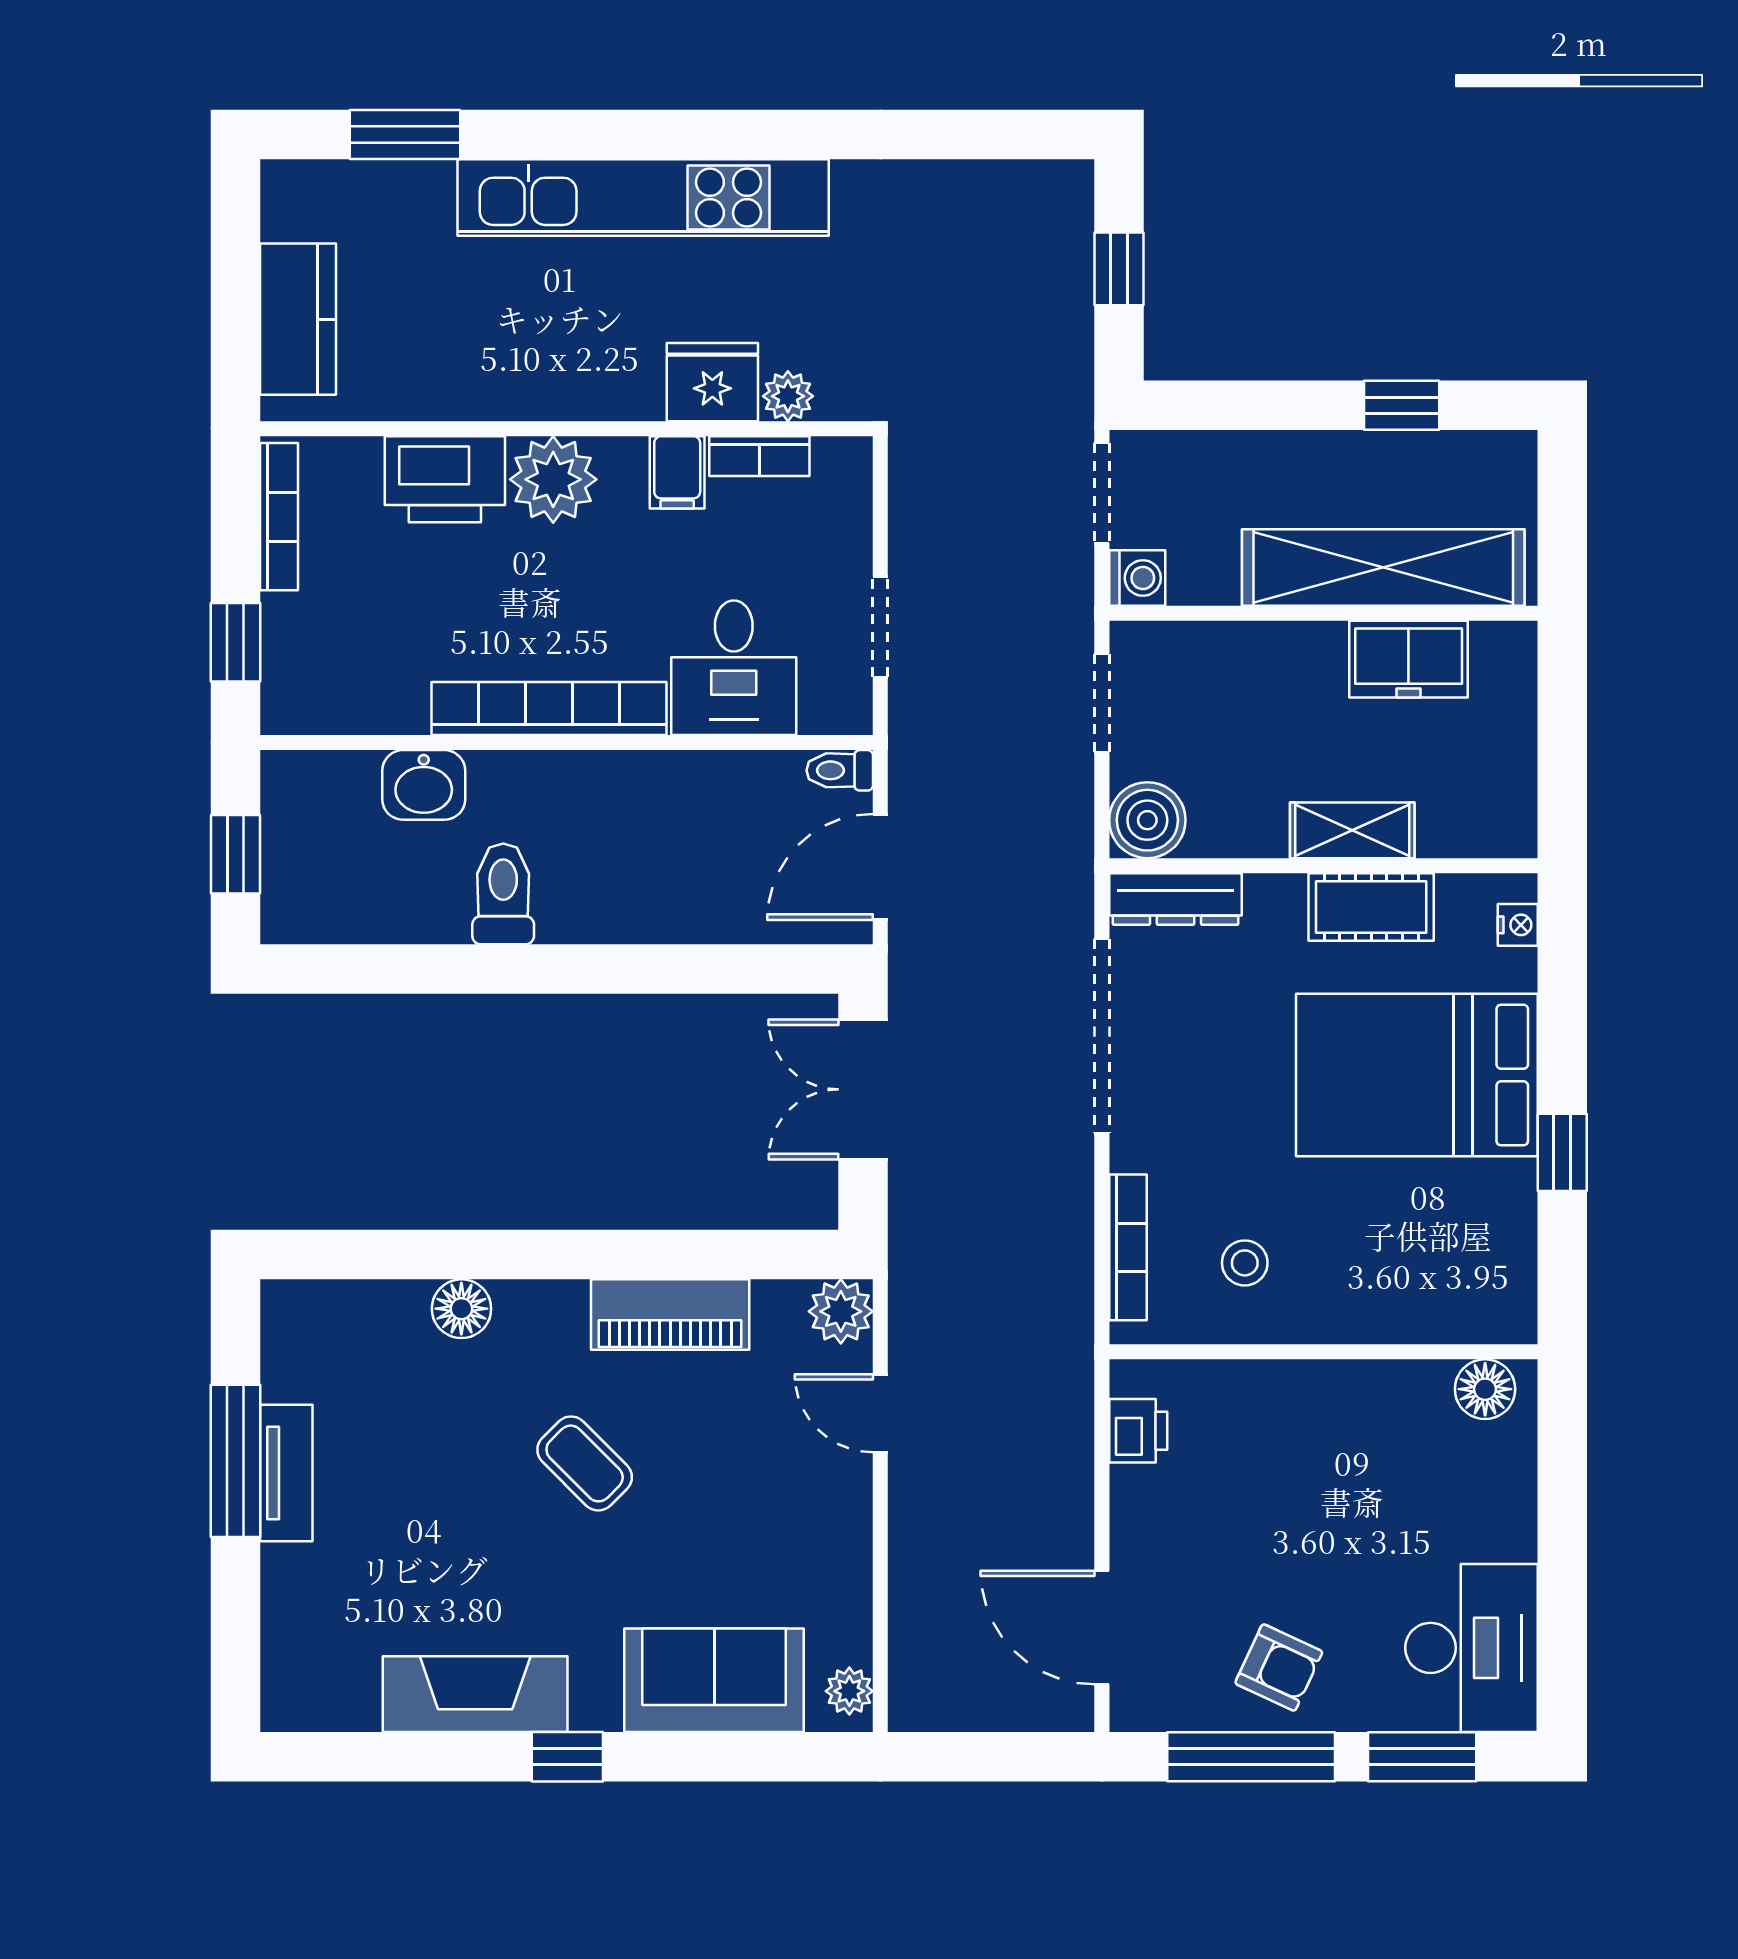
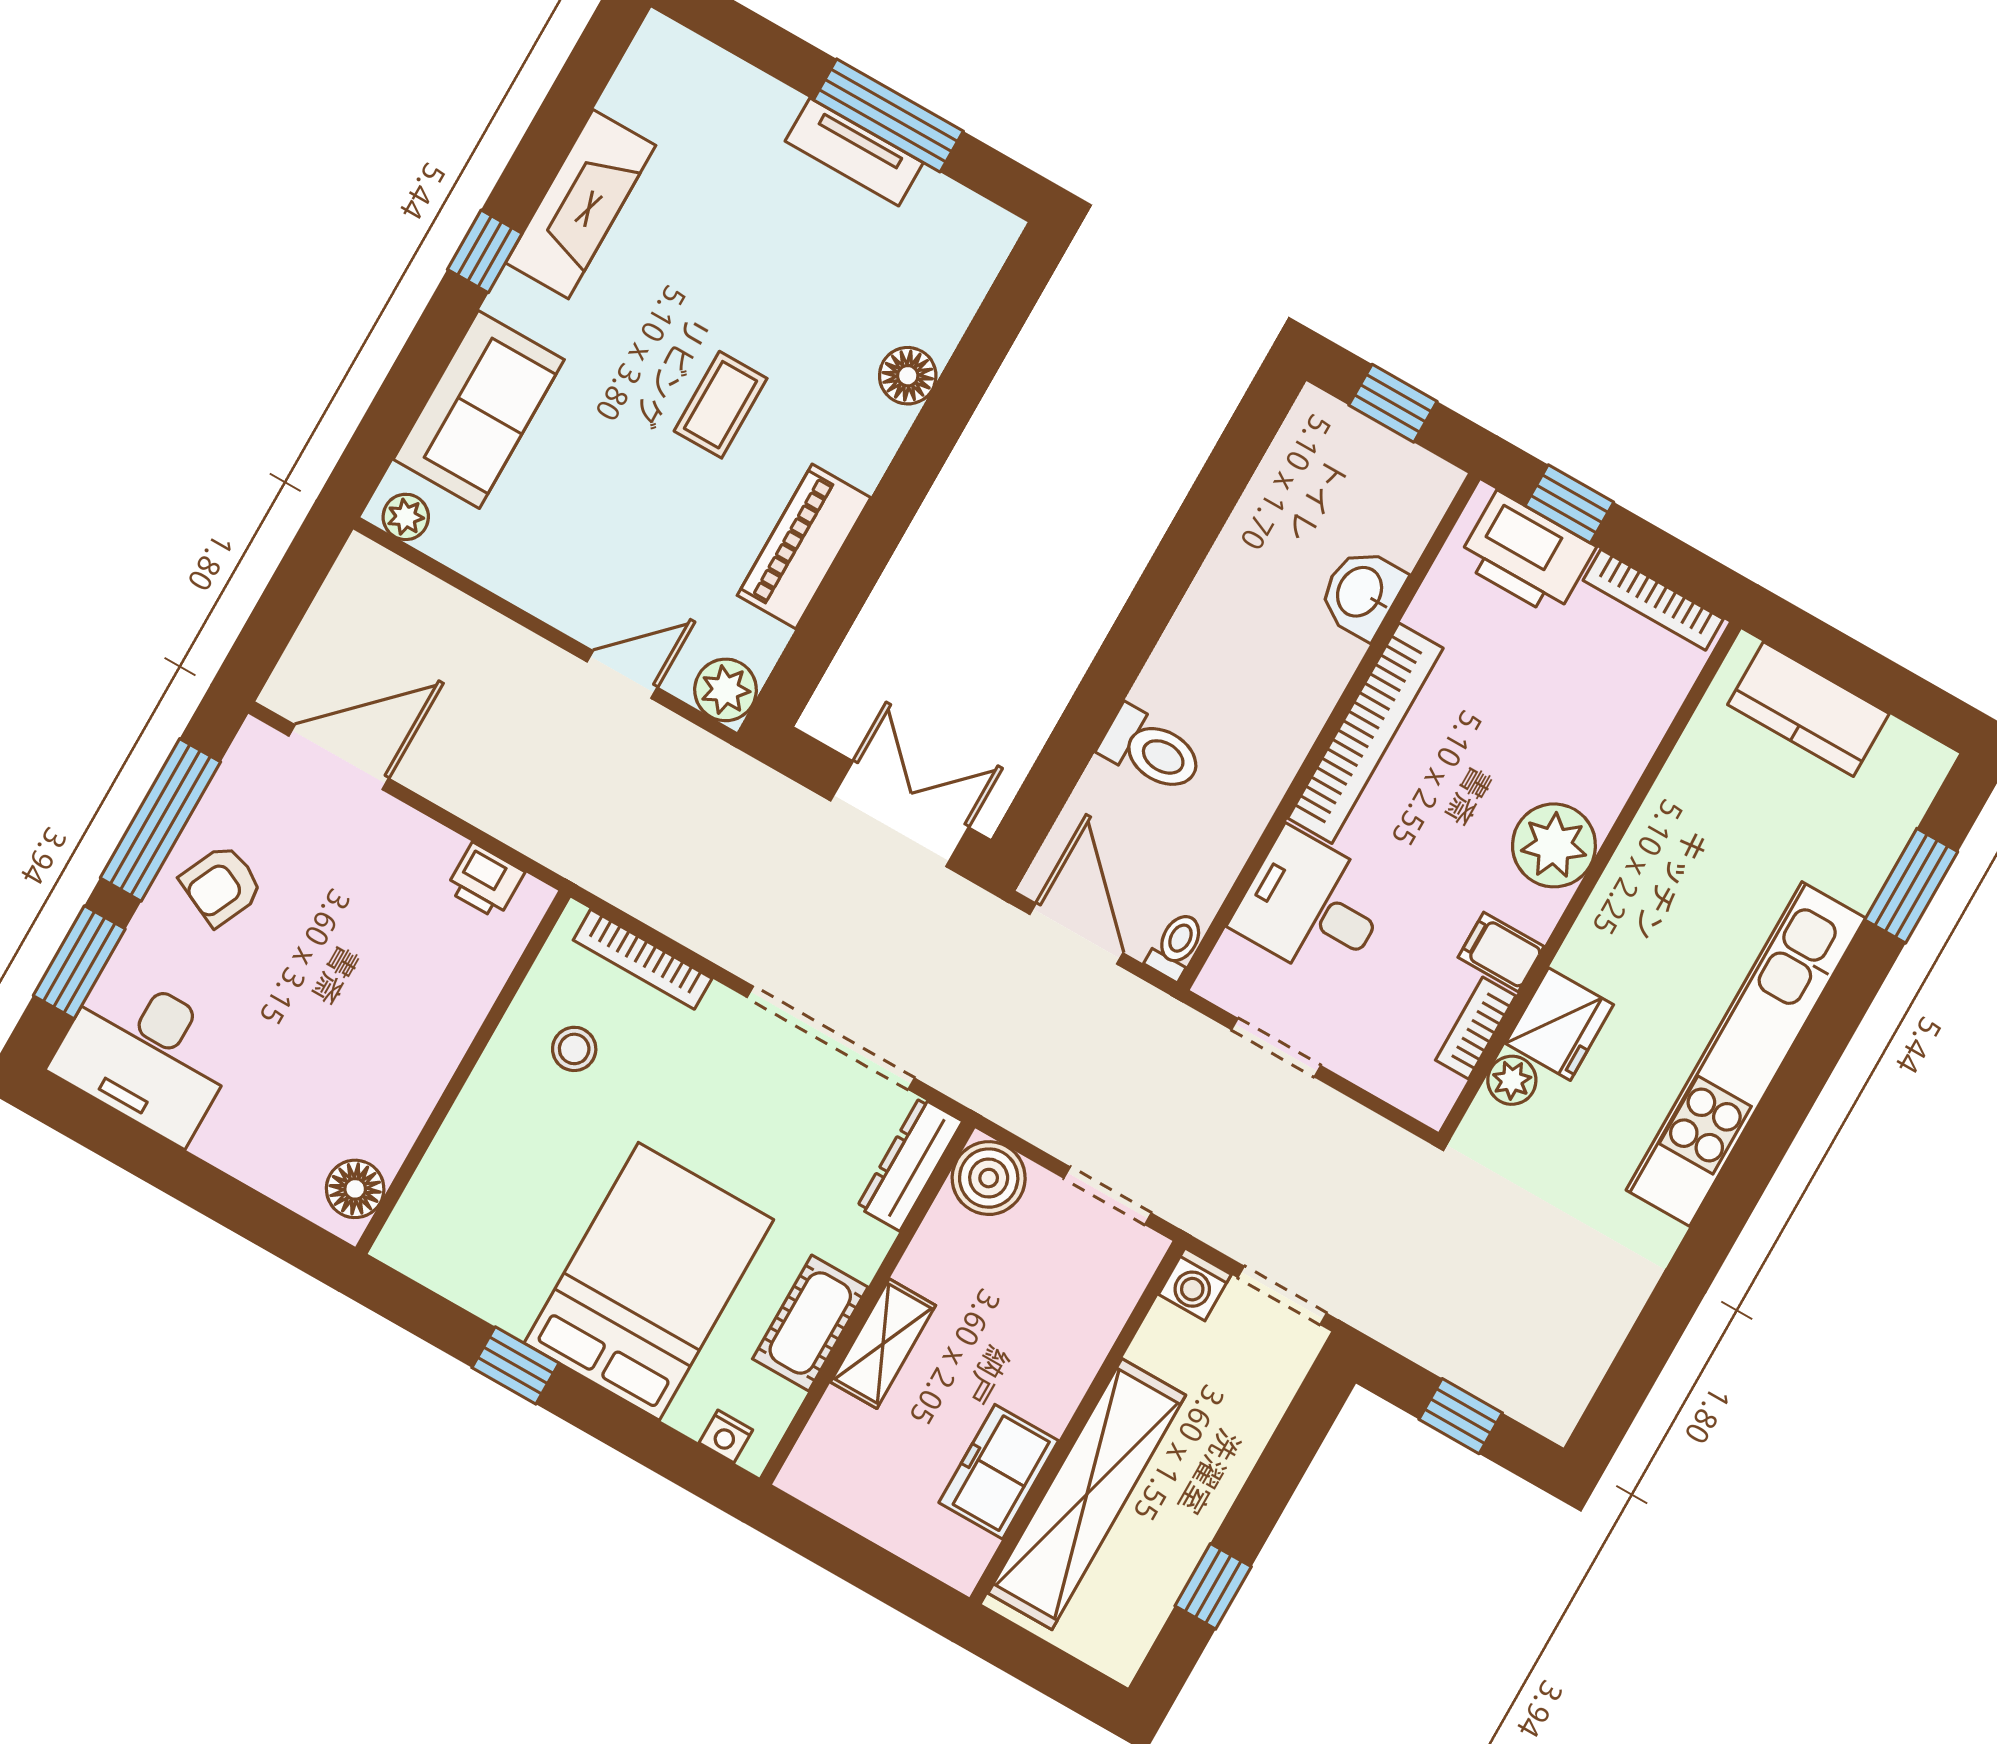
printer: (445, 479) -> (1526, 554), moved, turned -90
toilet: (503, 894) -> (1151, 750), moved
coffee table: (585, 1463) -> (721, 405), turned -45

